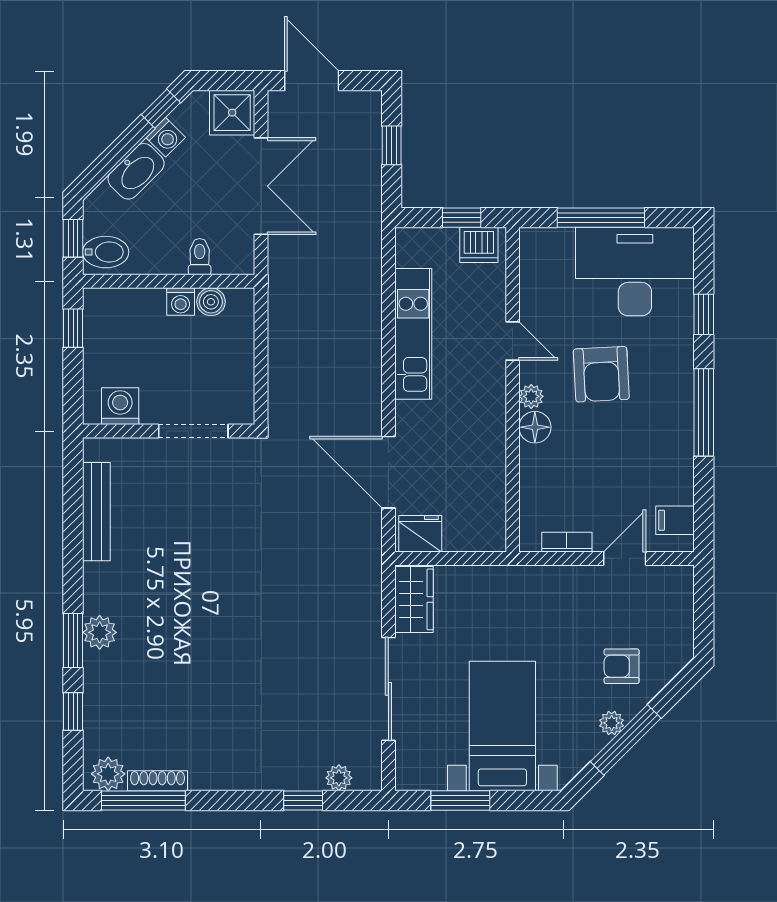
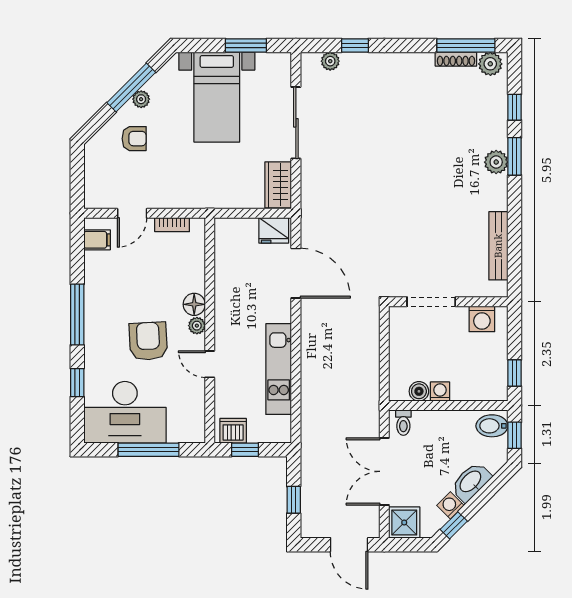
toilet: (200, 257) -> (403, 423), moved

